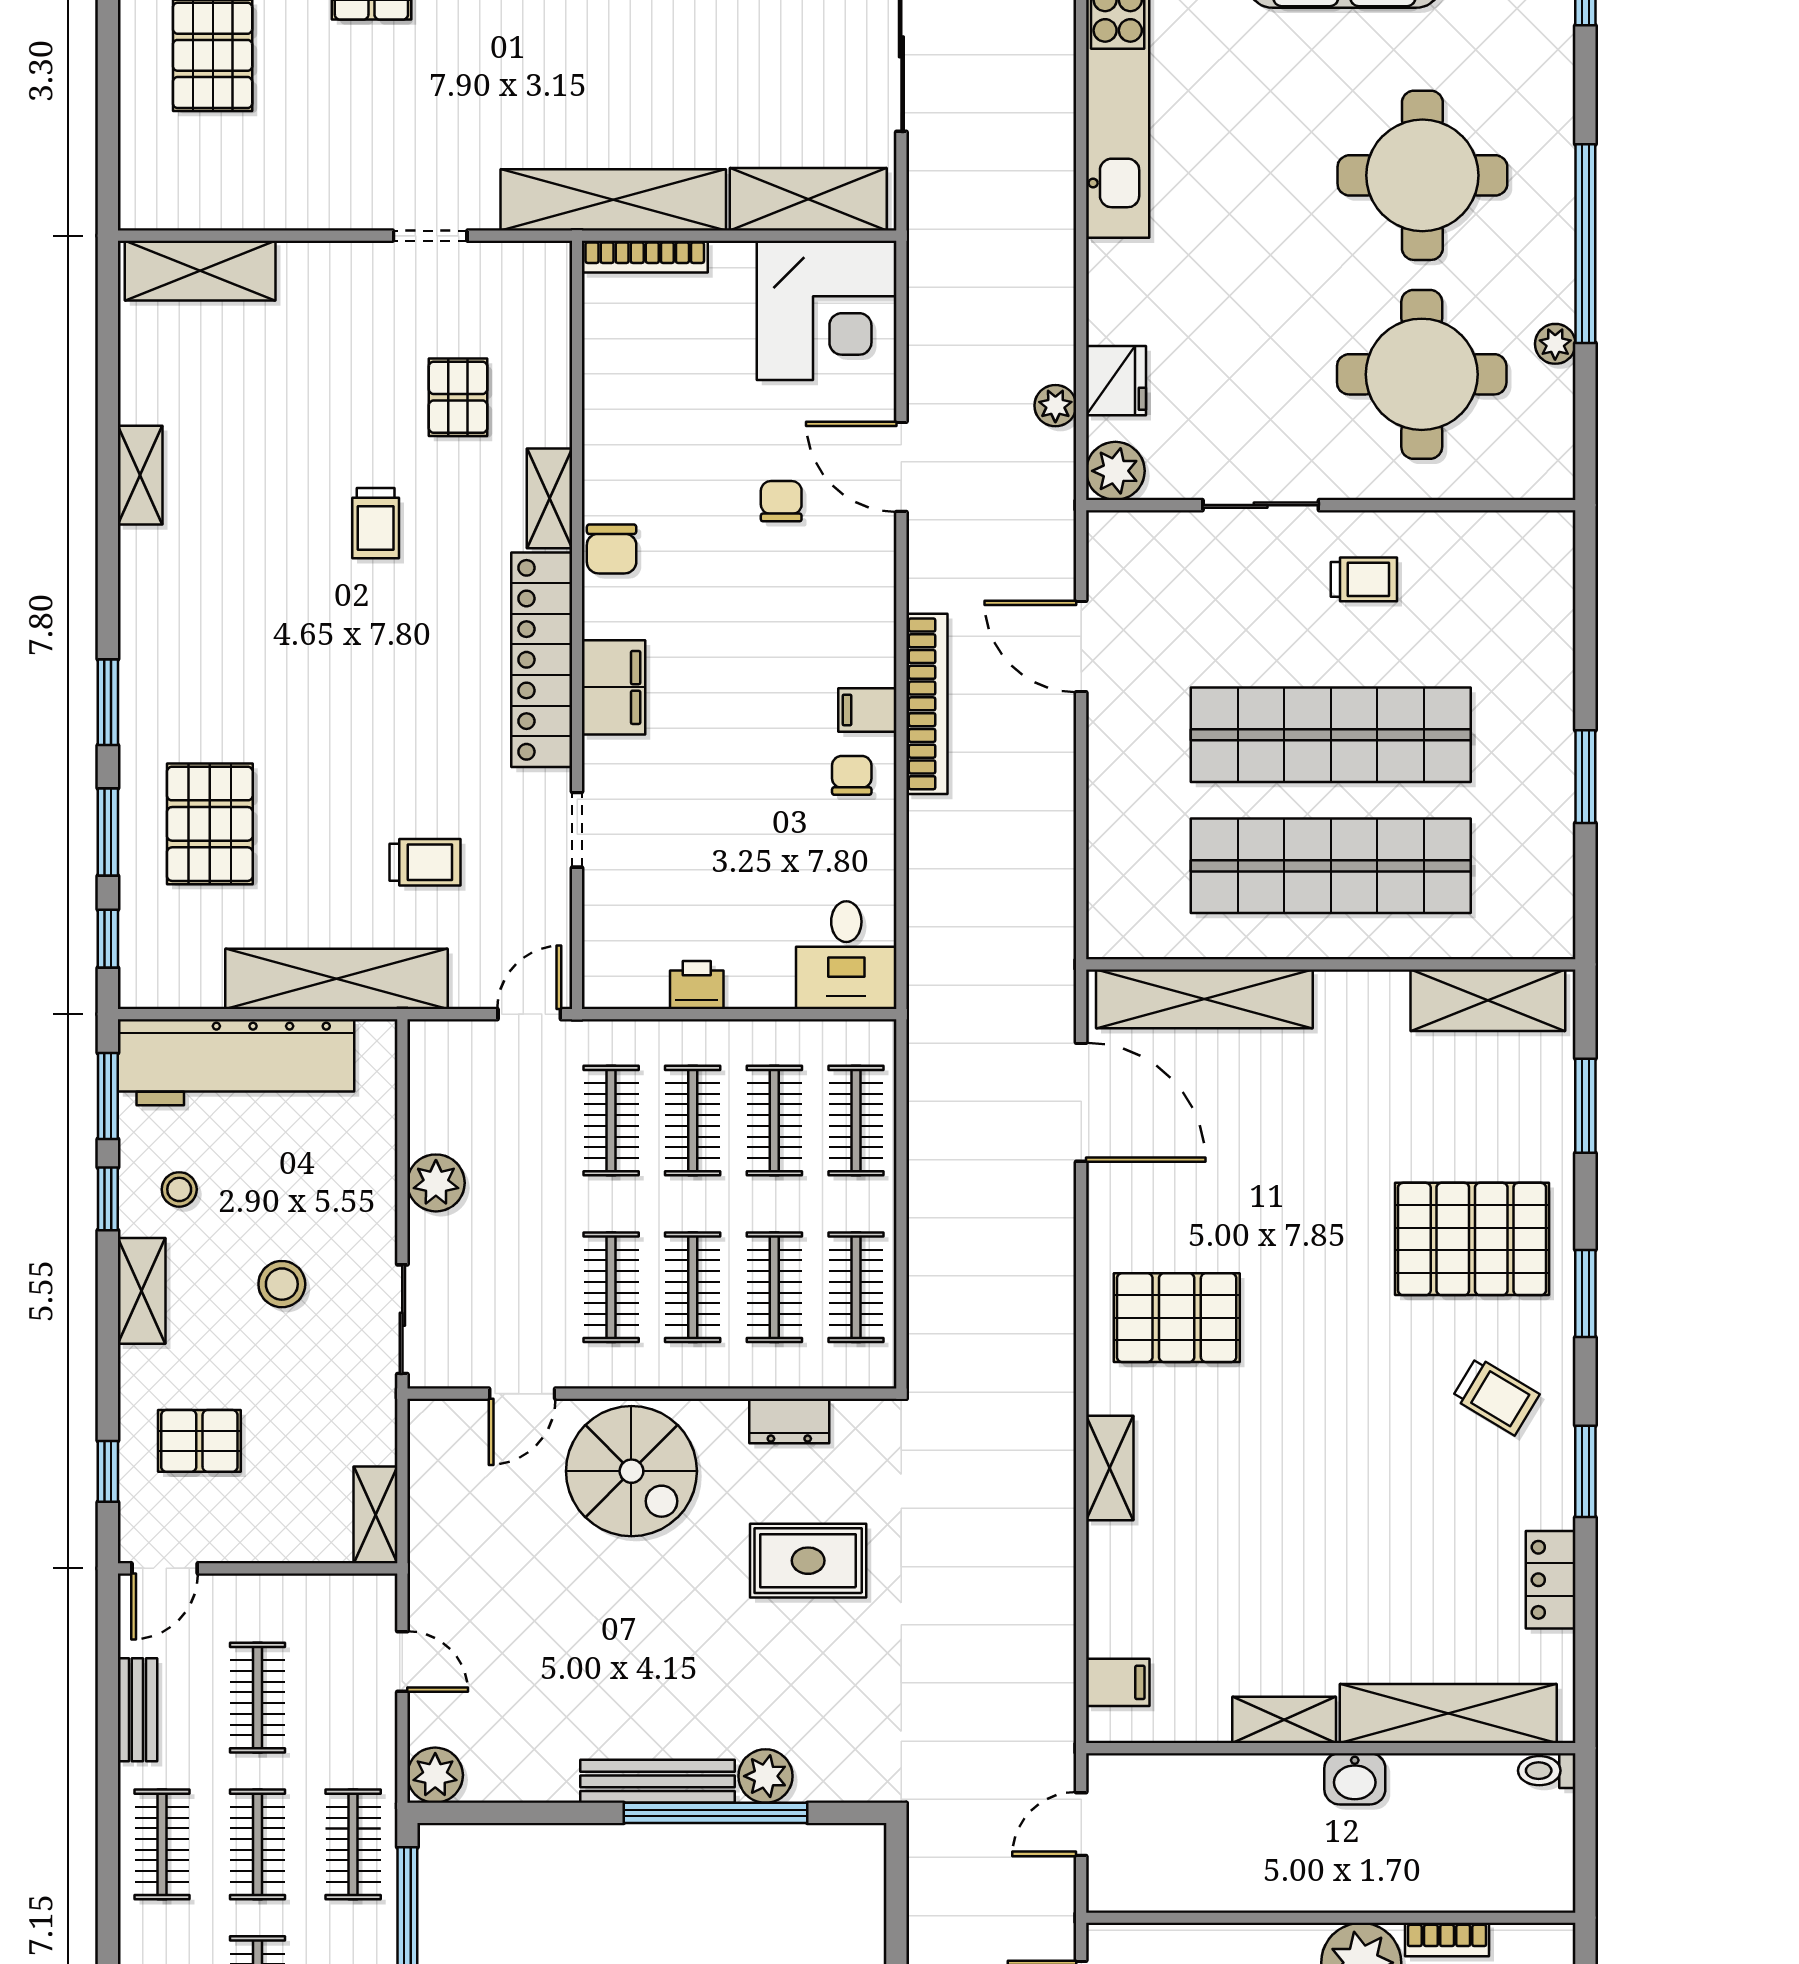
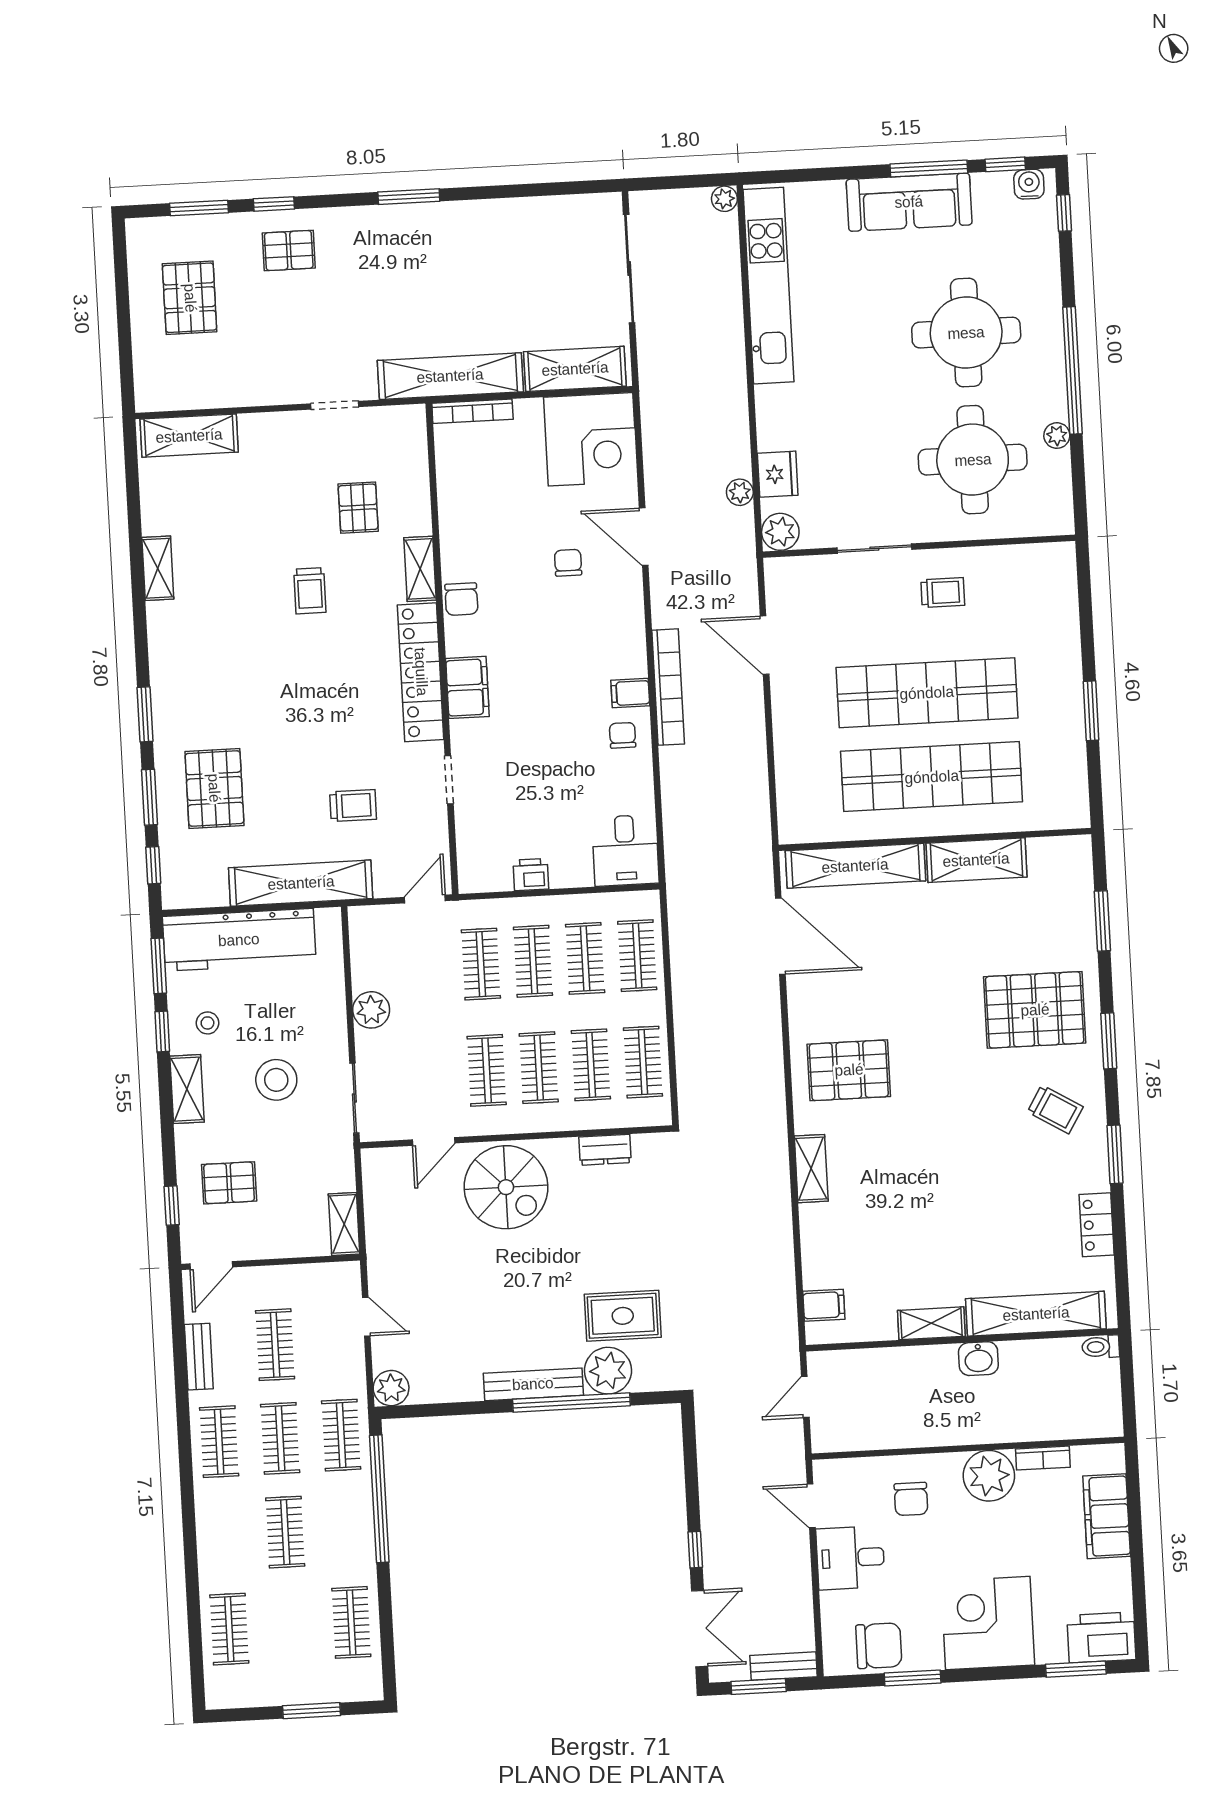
shelving: (1488, 1000) -> (976, 860), moved
stool: (282, 1284) -> (276, 1080), width x1.38, depth x1.38
rug: (808, 1561) -> (623, 1316), moved
plant: (765, 1776) -> (608, 1371), width x1.36, depth x1.36

